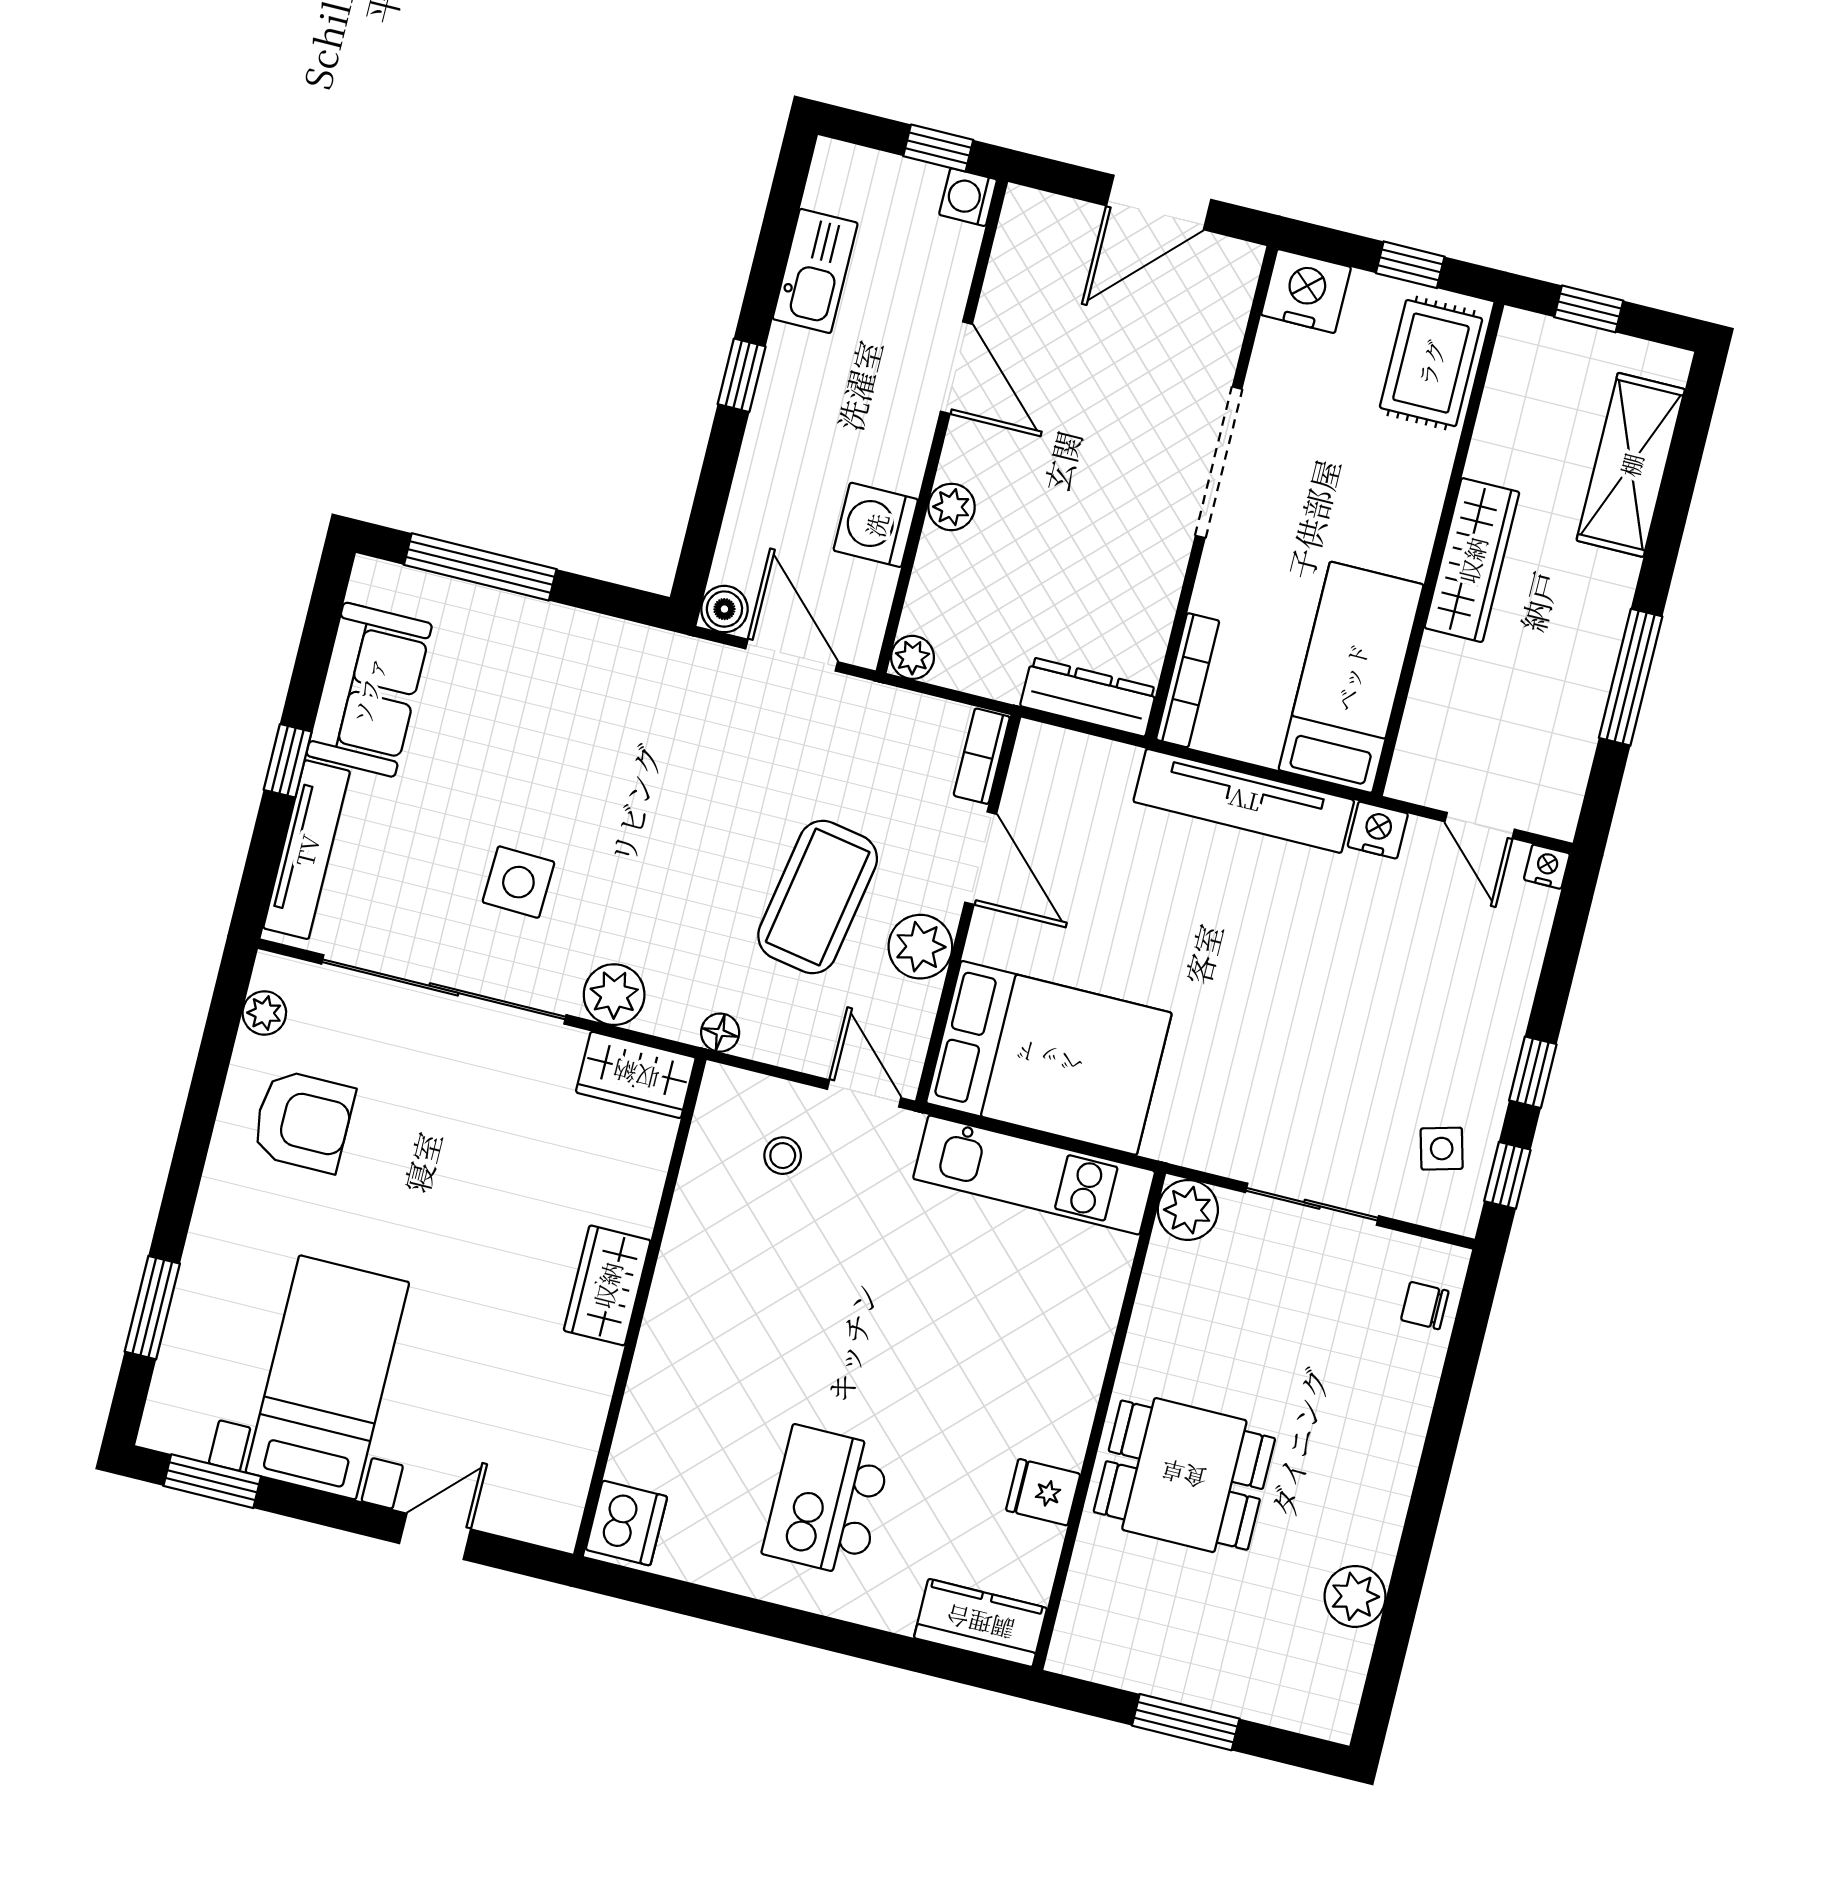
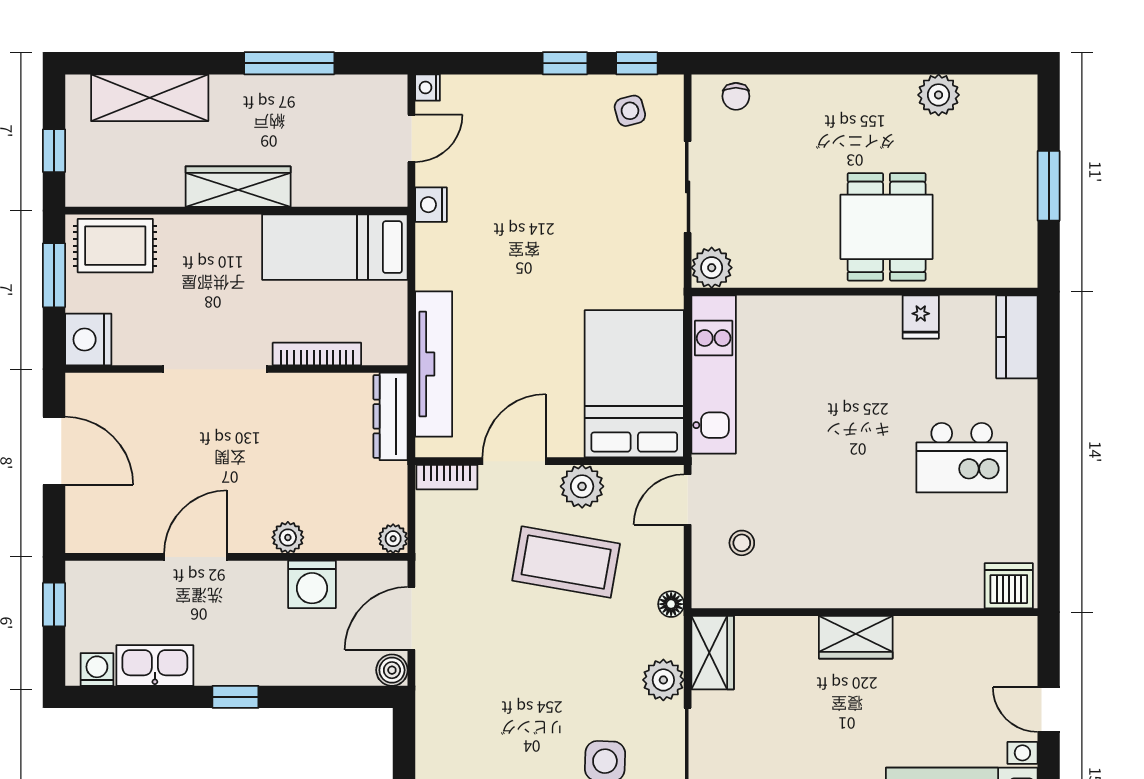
washing machine: (968, 197) -> (97, 669), moved, turned 180
window: (1410, 265) -> (54, 275), width x1.50
bookcase: (1188, 680) -> (317, 354), moved
tv unit: (1244, 801) -> (434, 364), moved

